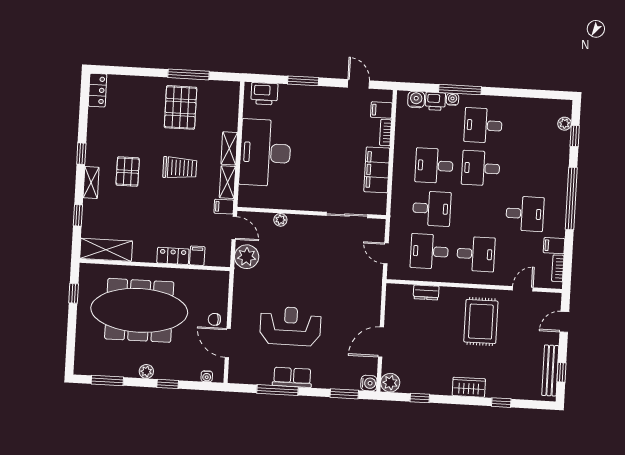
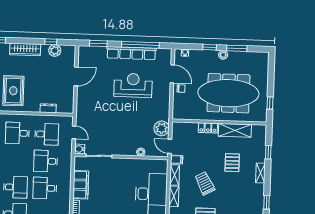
window: (81, 154) -> (266, 202), moved
desk: (434, 166) -> (45, 188), turned 180
trolley: (180, 168) -> (205, 183), turned 62
pallet: (128, 172) -> (232, 163), moved
shelving: (106, 250) -> (235, 130), moved
filing cabinet: (197, 256) -> (193, 128), removed
reception desk: (290, 326) -> (133, 85), turned 180
row of seats: (292, 377) -> (131, 53), width x2.02
window: (107, 381) -> (237, 48), moved
water cooler: (369, 383) -> (80, 149), moved
plant: (390, 383) -> (55, 51), moved
wardrobe: (469, 387) -> (25, 49), width x1.50
window: (277, 390) -> (140, 45), width x1.46

